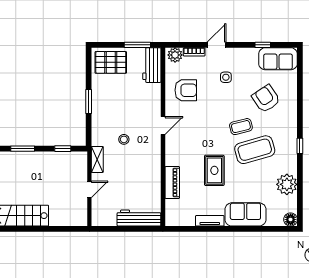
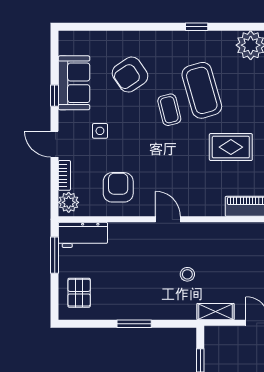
window: (263, 45) -> (55, 96), moved
sofa: (278, 59) -> (74, 83), moved
pallet: (111, 62) -> (79, 293), width x0.67, depth x0.71

